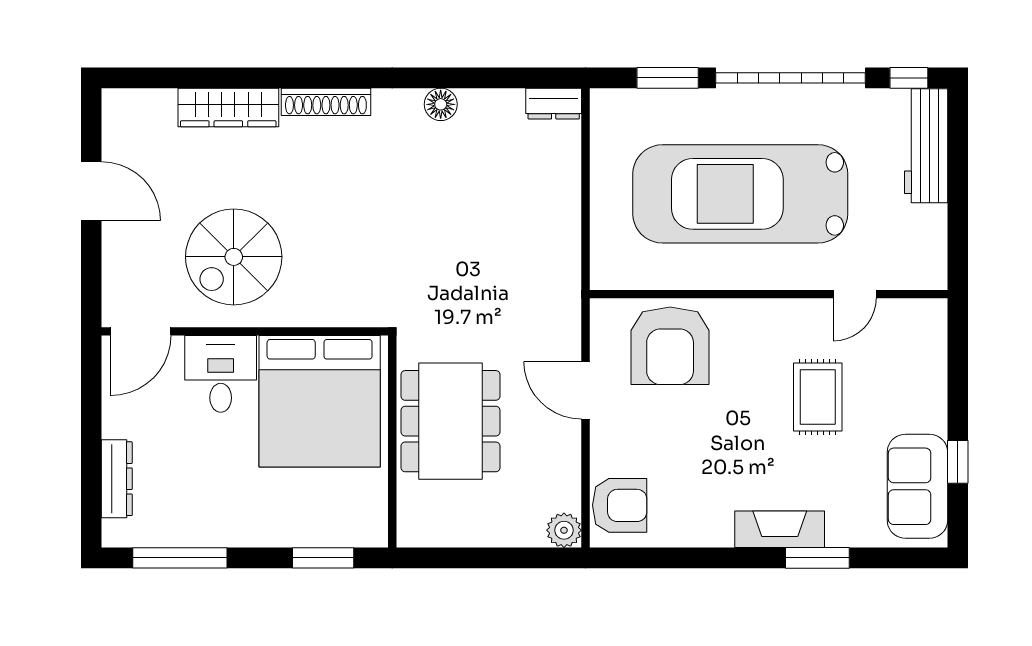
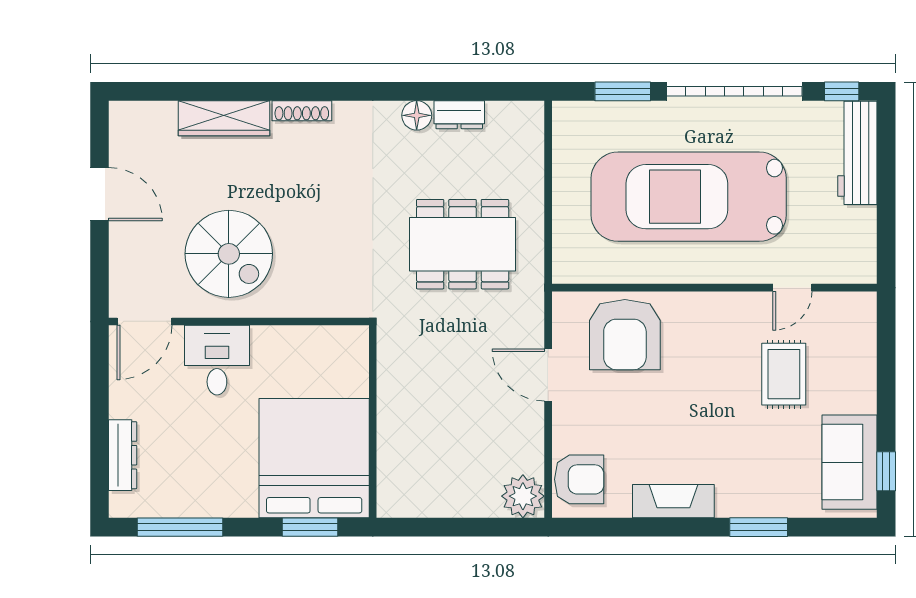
shoe rack: (326, 102) -> (302, 111), width x0.74, depth x0.81
dresser: (554, 104) -> (459, 115), moved
spiral stairs: (234, 257) -> (229, 254), turned -90
rug: (818, 397) -> (784, 374), moved
bed: (320, 401) -> (314, 458), moved, turned 180
dining table: (450, 421) -> (463, 244), moved, turned 90
window: (958, 462) -> (886, 471), moved
fireplace: (780, 529) -> (673, 501), moved
plant: (564, 530) -> (523, 496), width x1.36, depth x1.36

